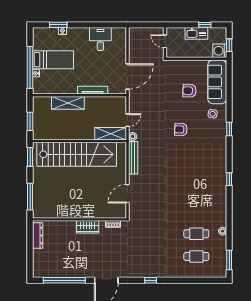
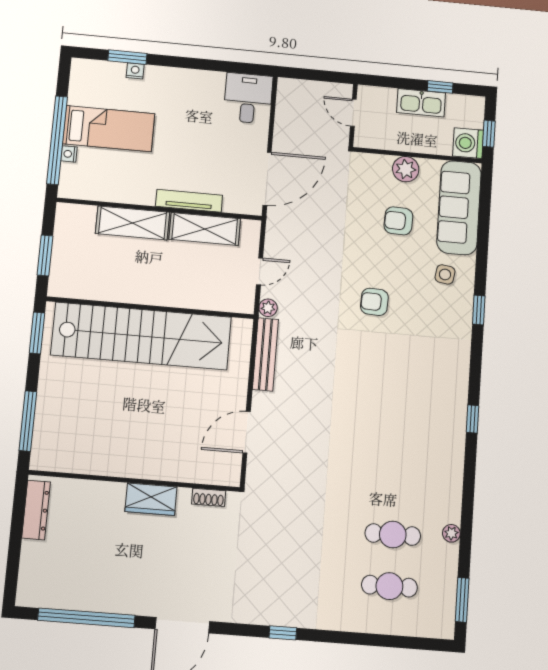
desk: (100, 39) -> (248, 98), moved
plant: (191, 66) -> (406, 169), added
shelving: (111, 134) -> (205, 229), moved

